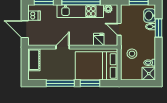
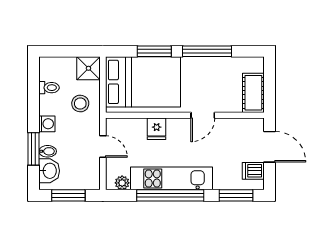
fridge: (99, 39) -> (157, 129), moved
washing machine: (151, 42) -> (47, 124), added
shower: (149, 74) -> (88, 68), moved

